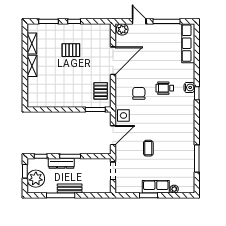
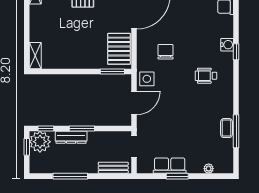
shelving: (32, 66) -> (35, 56), moved
wheelchair: (165, 88) -> (206, 76), moved
pallet: (101, 91) -> (119, 49), width x1.50, depth x1.42
coffee table: (148, 148) -> (227, 128), moved
plant: (36, 179) -> (40, 142), moved
row of seats: (156, 187) -> (170, 166), moved
bench: (70, 189) -> (113, 168), moved

